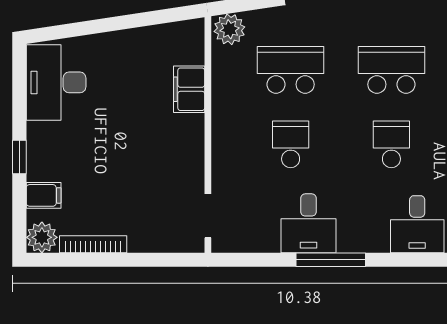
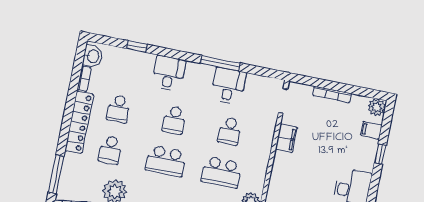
filing cabinet: (189, 89) -> (286, 138), moved
bookcase: (93, 244) -> (332, 94), moved

